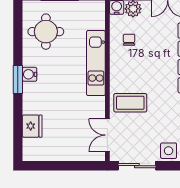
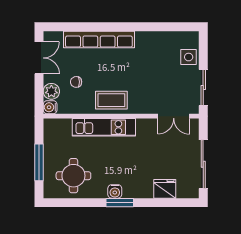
chair: (129, 40) -> (76, 82), moved
coffee table: (130, 103) -> (111, 100), moved, turned 90
sliding door: (58, 166) -> (203, 164), added

